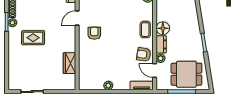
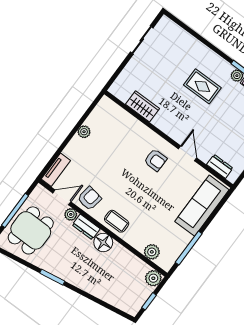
rug: (33, 38) -> (202, 86), turned 90

